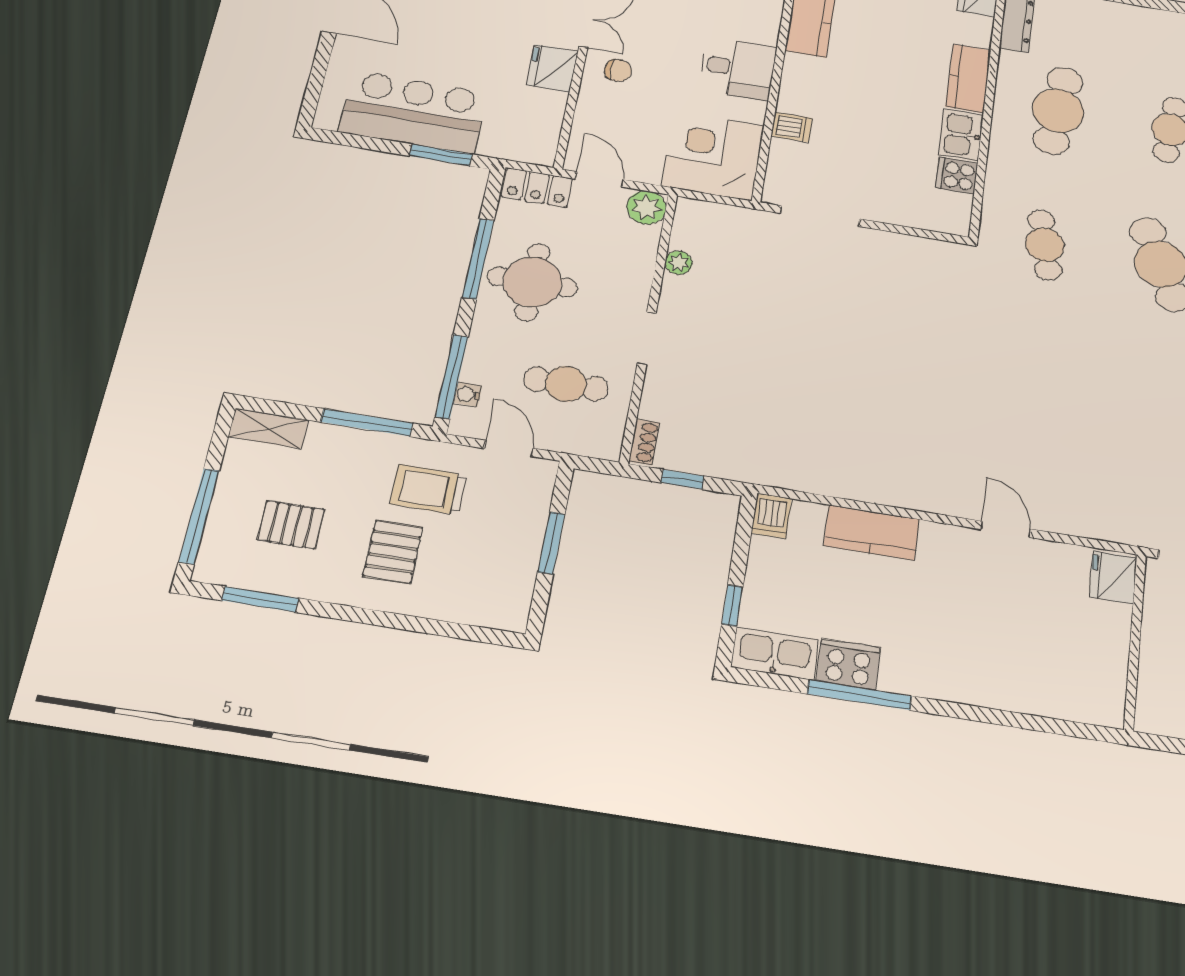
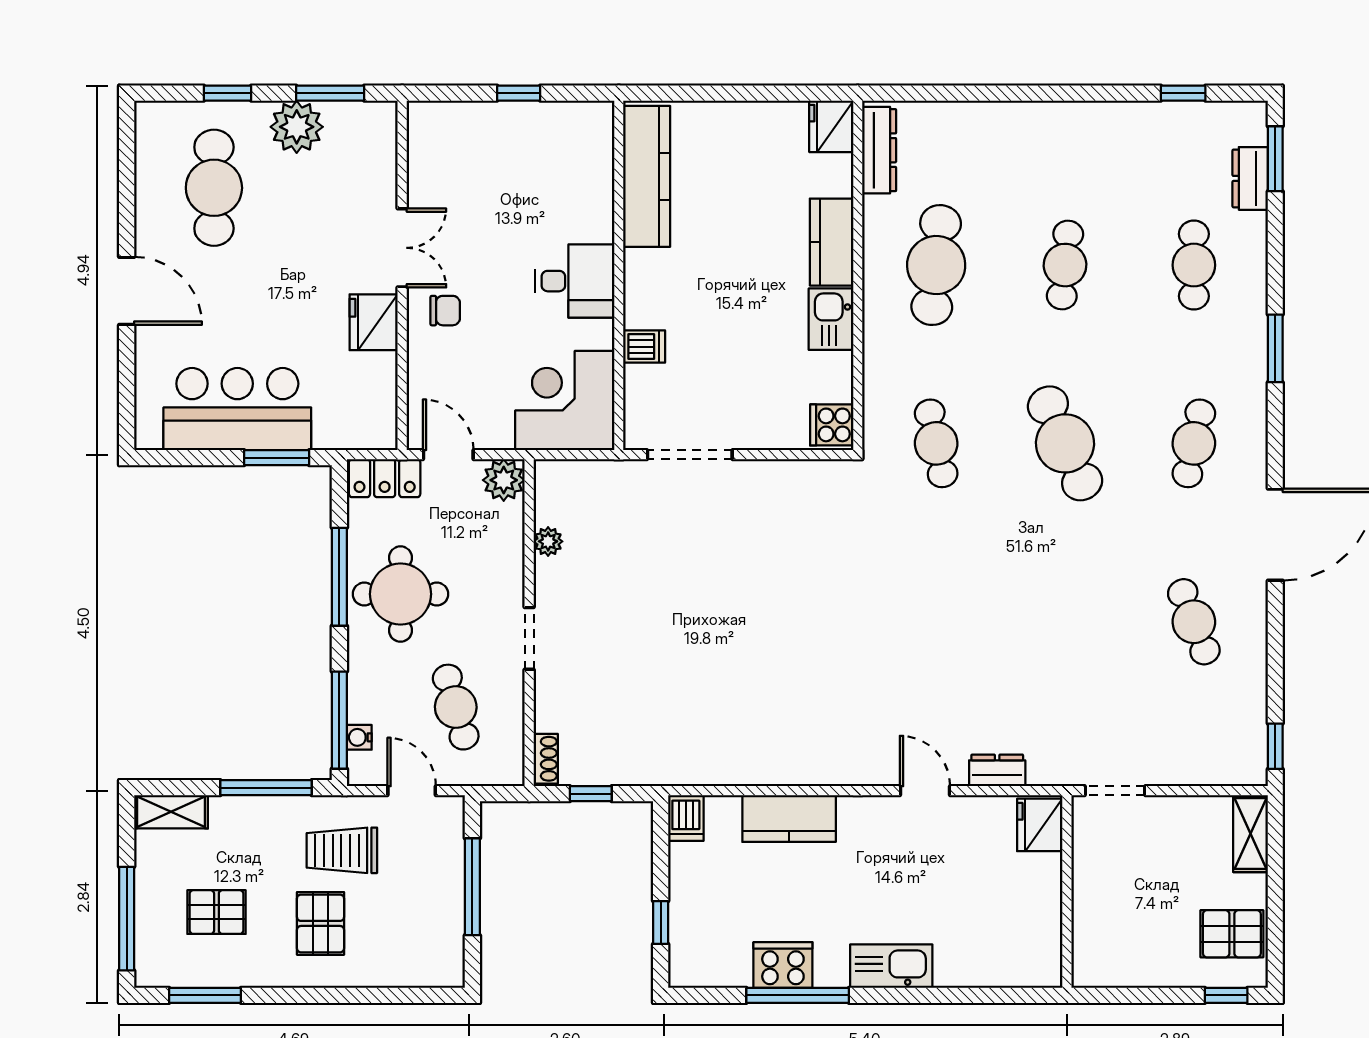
cooker: (957, 176) -> (832, 425), moved
cafe table: (566, 384) -> (456, 707), turned 74
dresser: (1076, 523) -> (997, 770), added
window: (551, 543) -> (472, 887), width x1.44
kitchen sink: (775, 654) -> (891, 966), moved

